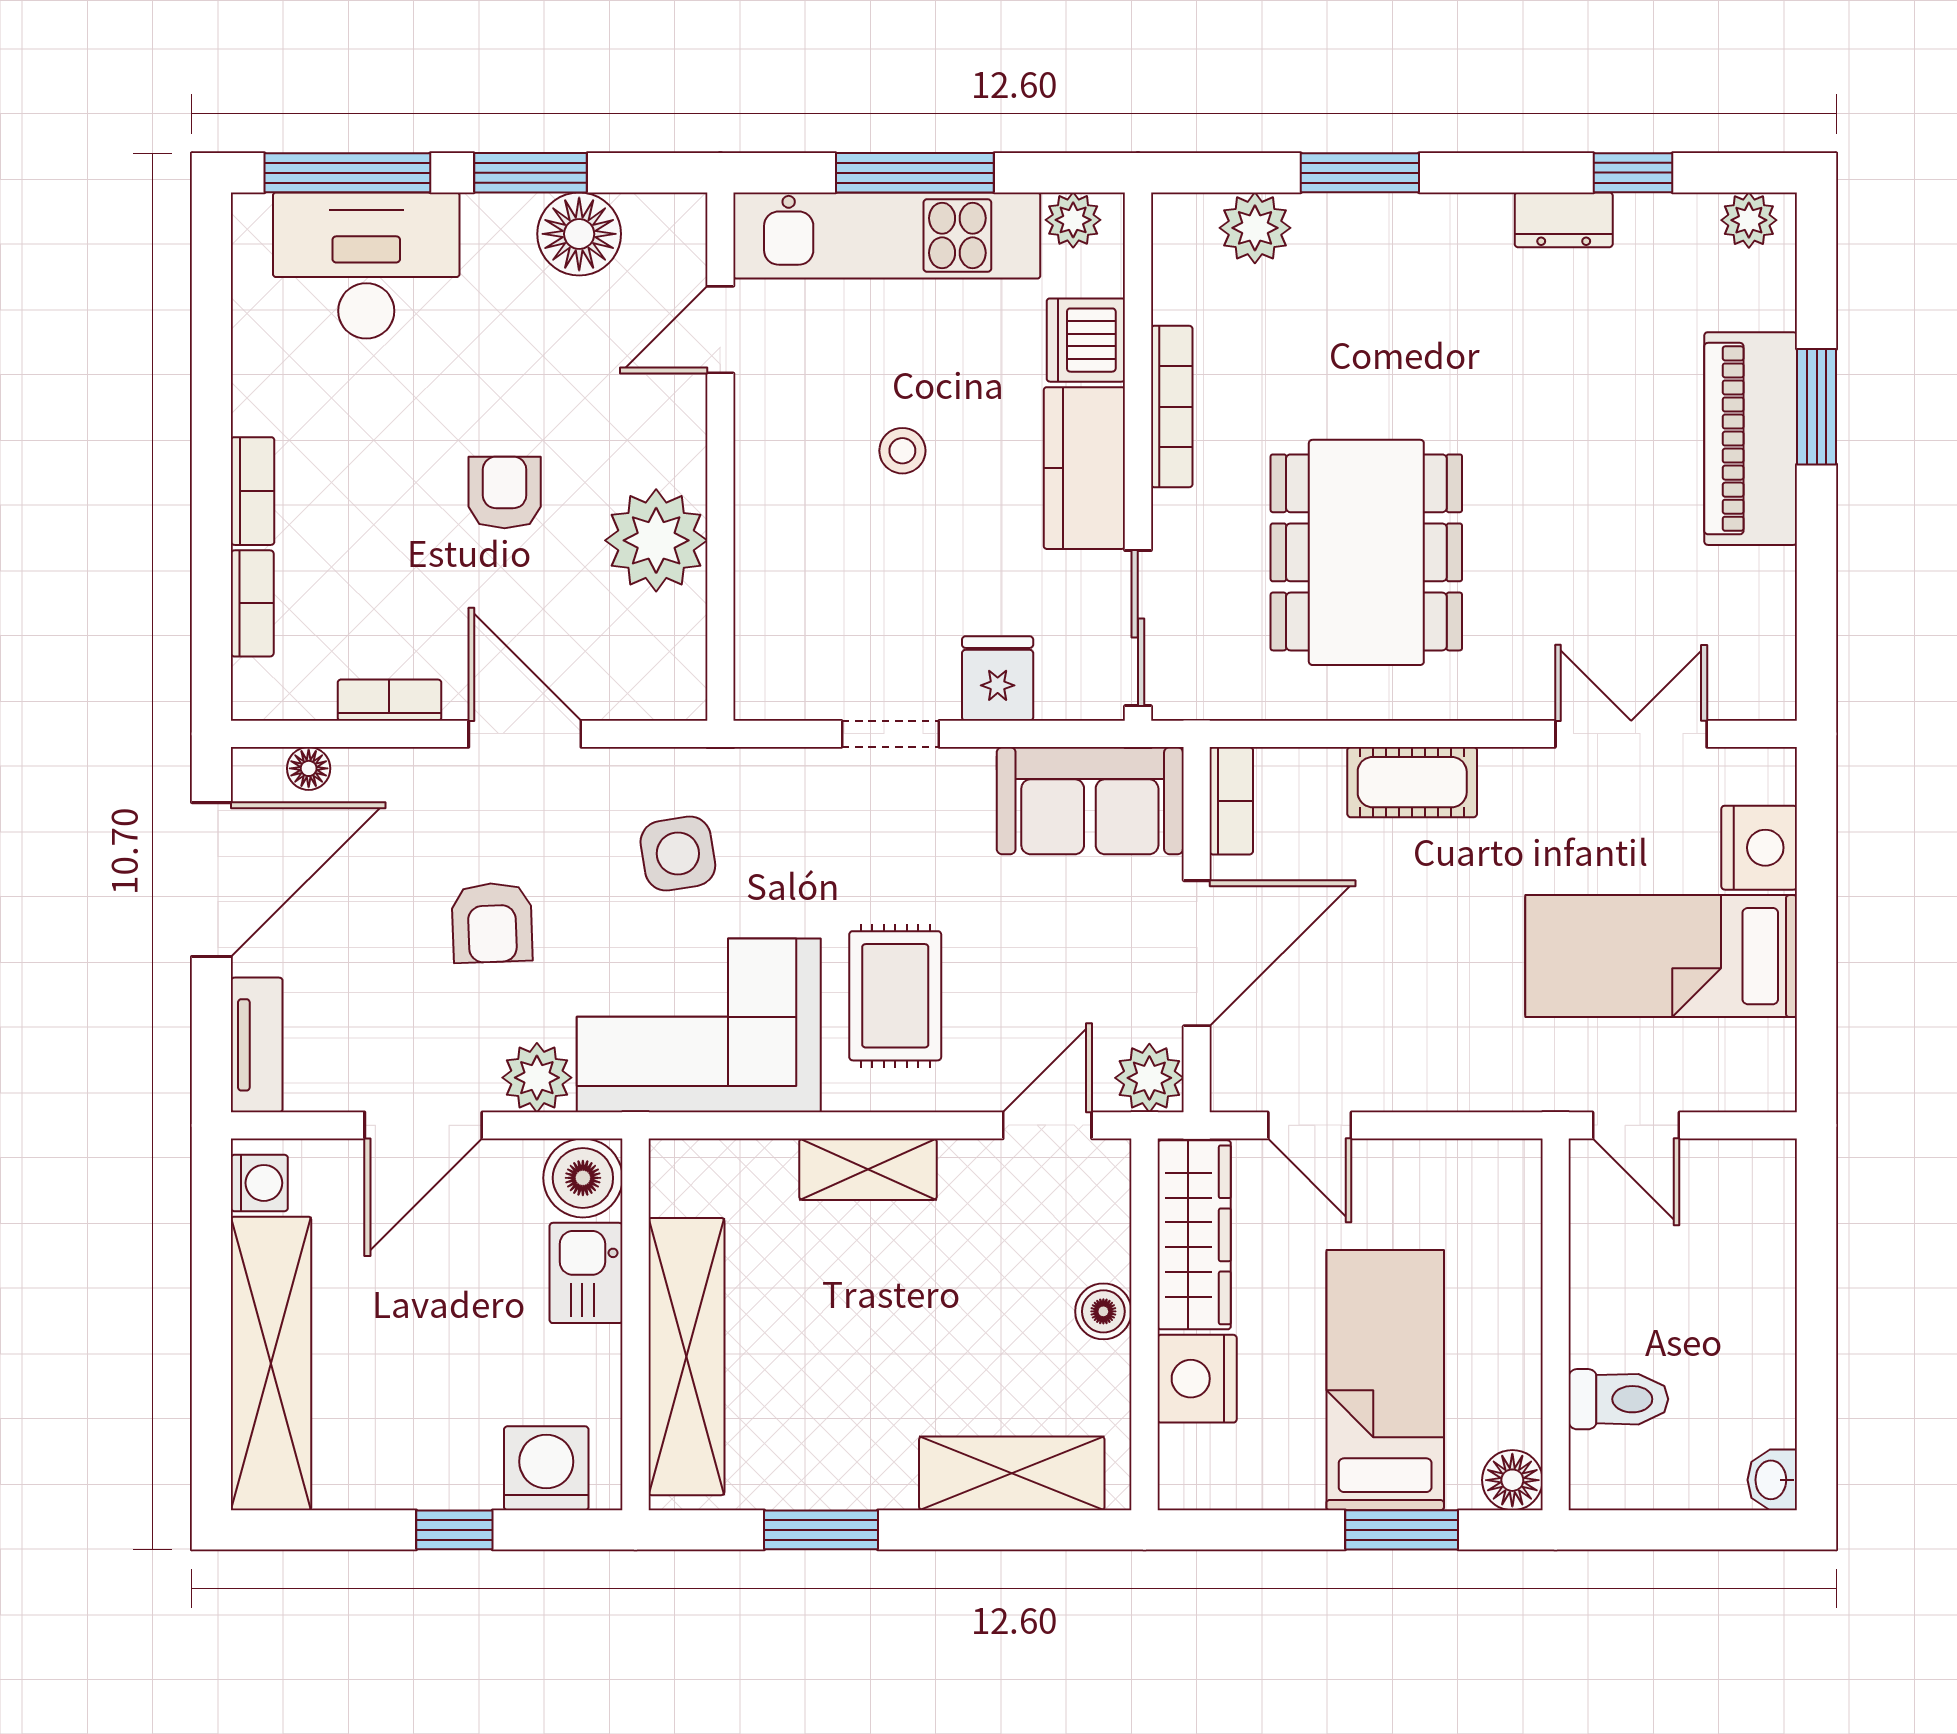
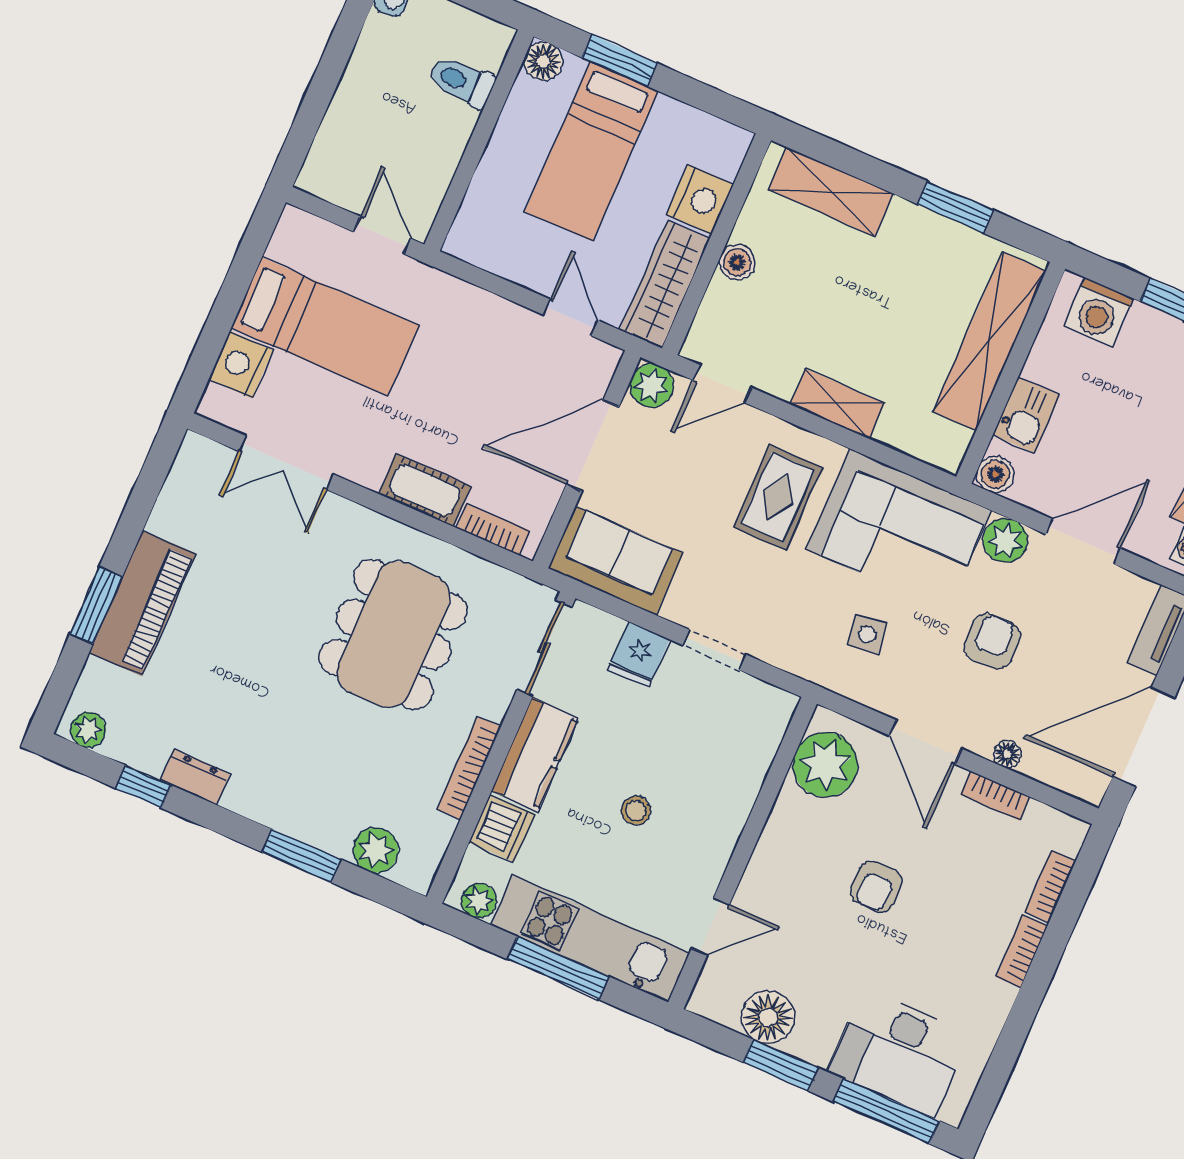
plant: (656, 540) -> (825, 765), moved
floor lamp: (309, 768) -> (1007, 754), moved
bookcase: (1231, 801) -> (493, 529), moved, turned 90
side table: (678, 854) -> (867, 634), width x0.73, depth x0.73
boiler: (583, 1178) -> (995, 474), width x0.73, depth x0.73

